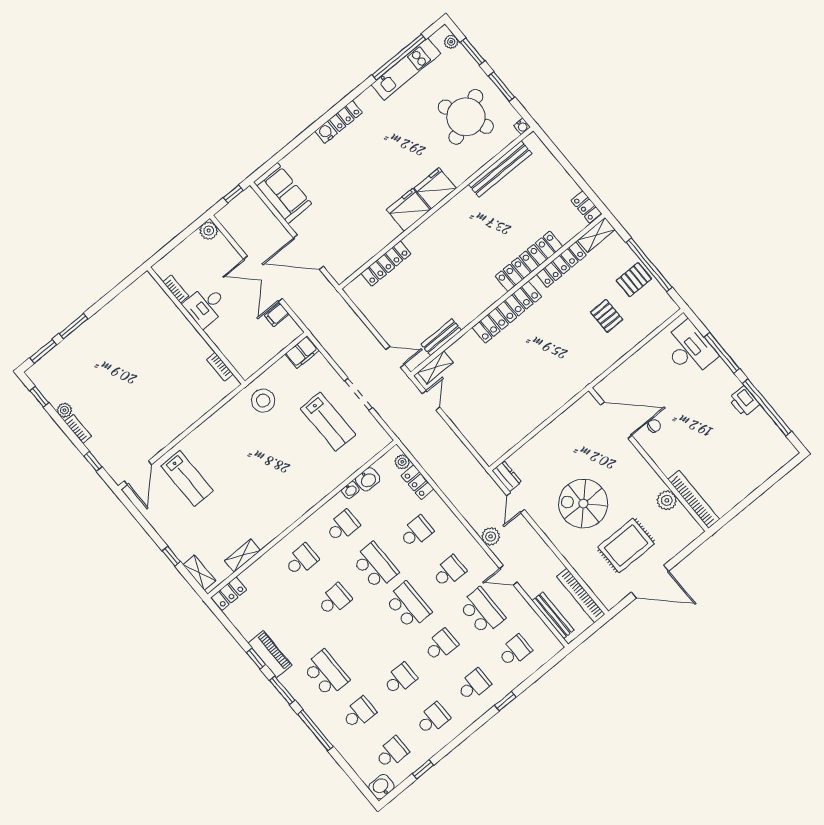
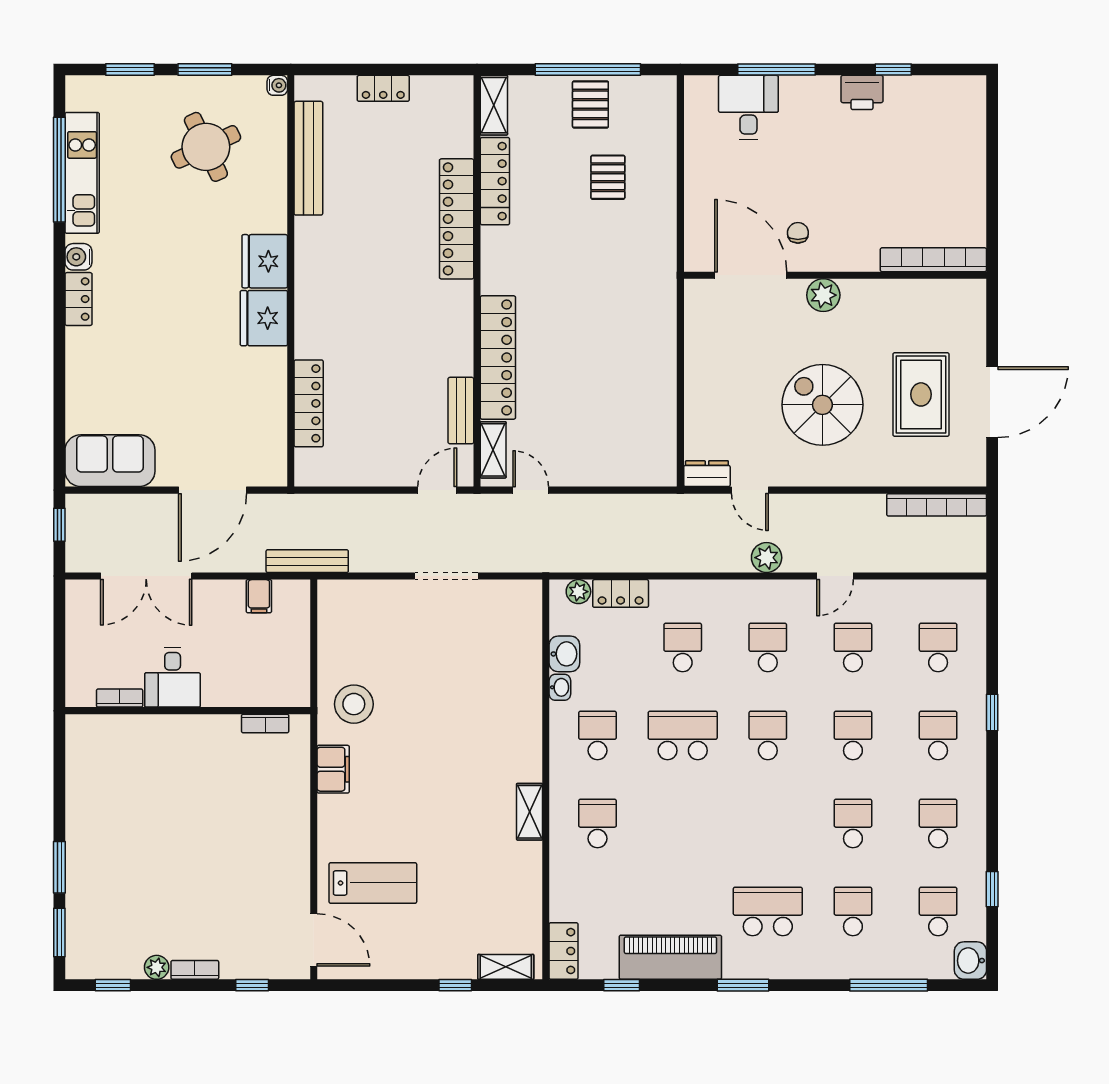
plant: (451, 42) -> (95, 86), removed
round table: (466, 117) -> (206, 147), width x0.73, depth x0.73
water cooler: (326, 132) -> (78, 257), moved
locker: (586, 207) -> (383, 88), moved
plant: (209, 231) -> (80, 594), removed
double door: (263, 279) -> (146, 576), moved
locker: (507, 312) -> (498, 357), moved
pallet: (607, 316) -> (608, 177), turned 90
desk: (689, 349) -> (748, 107), width x0.73
filing cabinet: (302, 352) -> (333, 769), moved
window: (767, 407) -> (893, 70), width x0.32
door: (616, 420) -> (751, 275), hinge flipped
lab bench: (328, 422) -> (449, 644), removed
plant: (667, 500) -> (823, 295), moved
spiral stairs: (583, 504) -> (822, 405), turned 90
shelving: (242, 556) -> (530, 812), moved
school desk: (334, 600) -> (683, 823), removed
school desk: (408, 606) -> (768, 735), width x0.54
school desk: (482, 611) -> (853, 647), width x0.54
bench: (553, 615) -> (307, 561), moved
piano: (270, 654) -> (670, 957), width x1.37, depth x1.33
window: (256, 659) -> (622, 985), moved
window: (315, 730) -> (889, 985), moved

